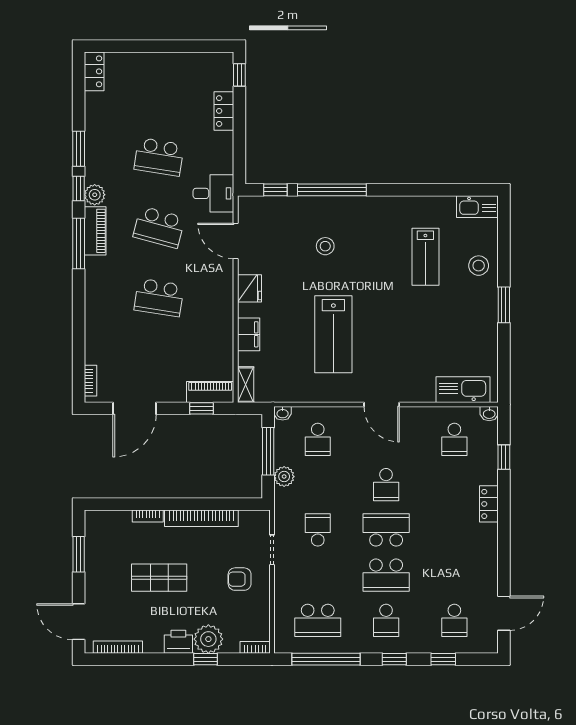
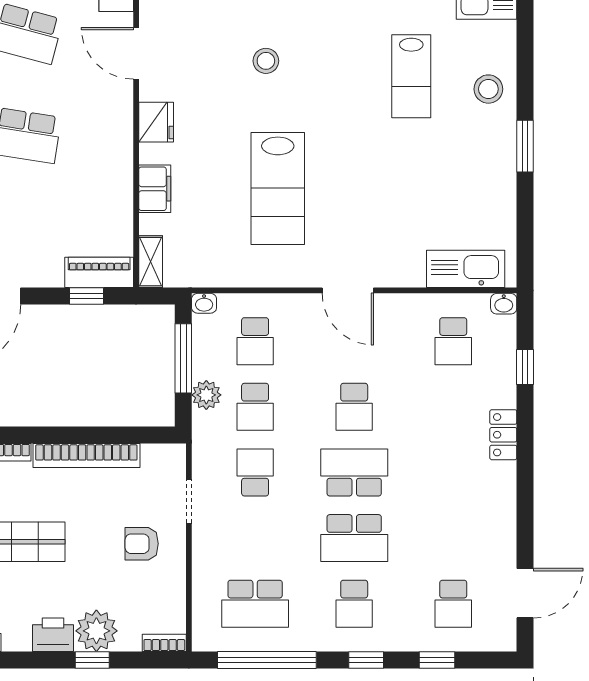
school desk: (318, 485) -> (255, 407), added

